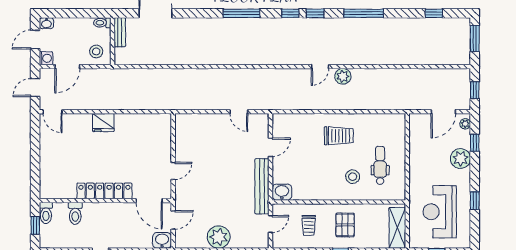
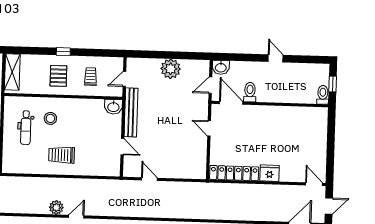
door: (270, 147) -> (122, 147), swing flipped
door: (173, 171) -> (209, 128), hinge flipped
locker: (104, 191) -> (234, 173), moved, turned 180
toilet: (75, 213) -> (250, 92), moved

